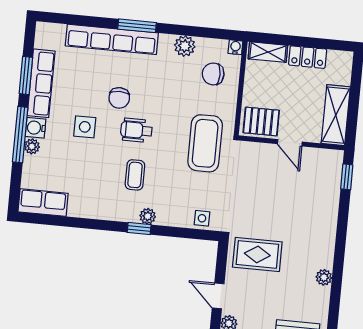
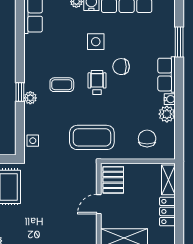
window: (137, 26) -> (179, 42), moved
row of seats: (112, 39) -> (167, 75), width x0.50
water cooler: (235, 47) -> (170, 99), moved

